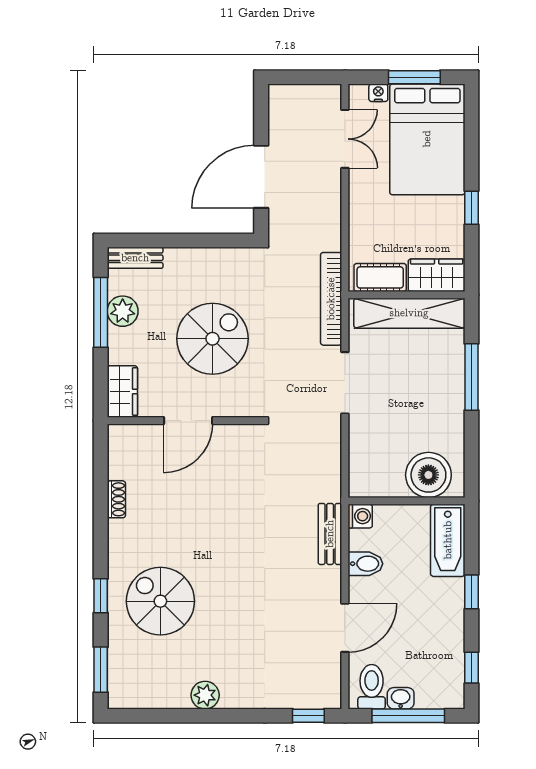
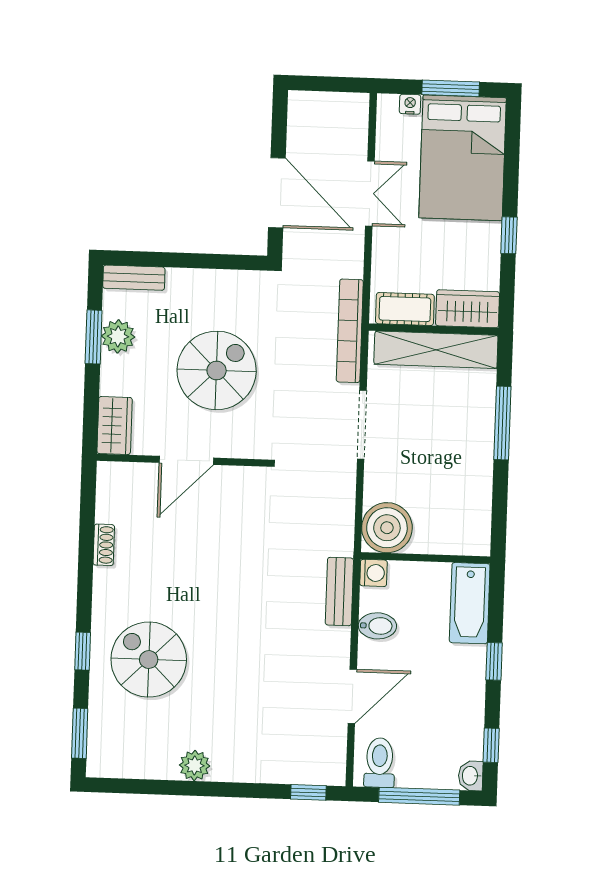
double door: (345, 139) -> (370, 194), moved
door: (261, 177) -> (277, 193), swing flipped
window: (101, 312) -> (94, 337), width x0.69
boiler: (428, 475) -> (387, 528), moved
washbasin: (401, 698) -> (471, 776), moved, turned -90

